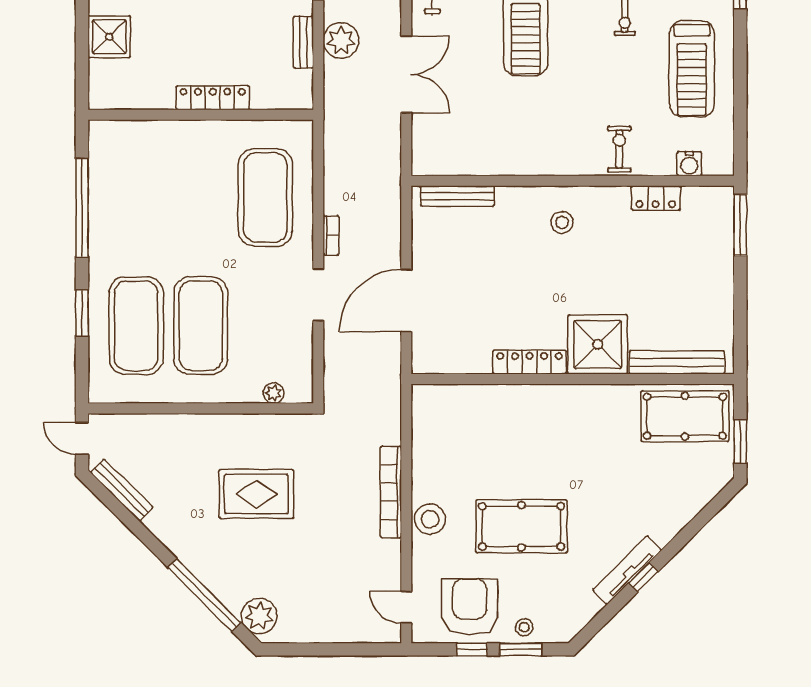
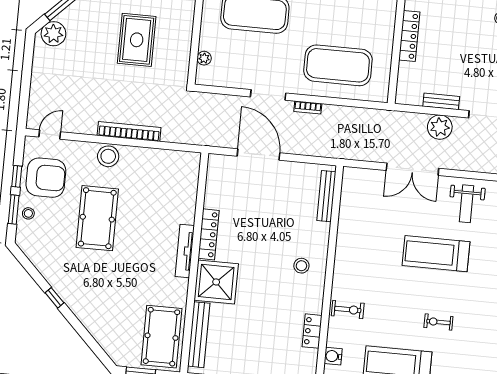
tv unit: (627, 570) -> (185, 251), moved, turned -135

